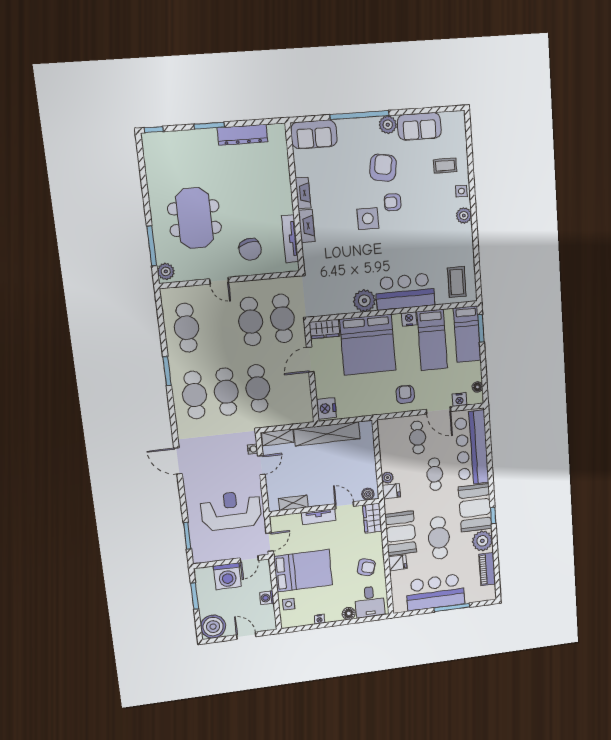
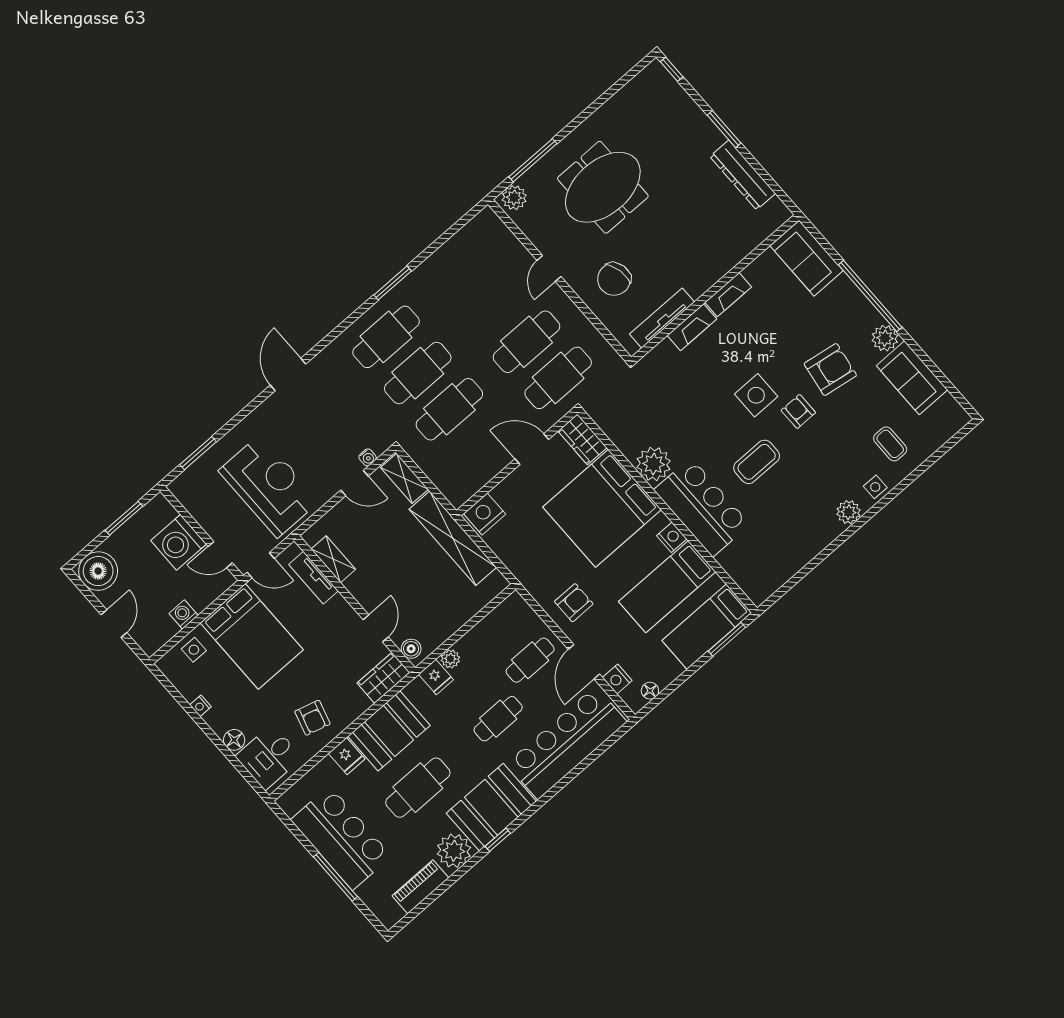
coffee table: (457, 282) -> (757, 462), moved
cafe table: (187, 328) -> (463, 269), removed
tv unit: (319, 517) -> (313, 578), moved

